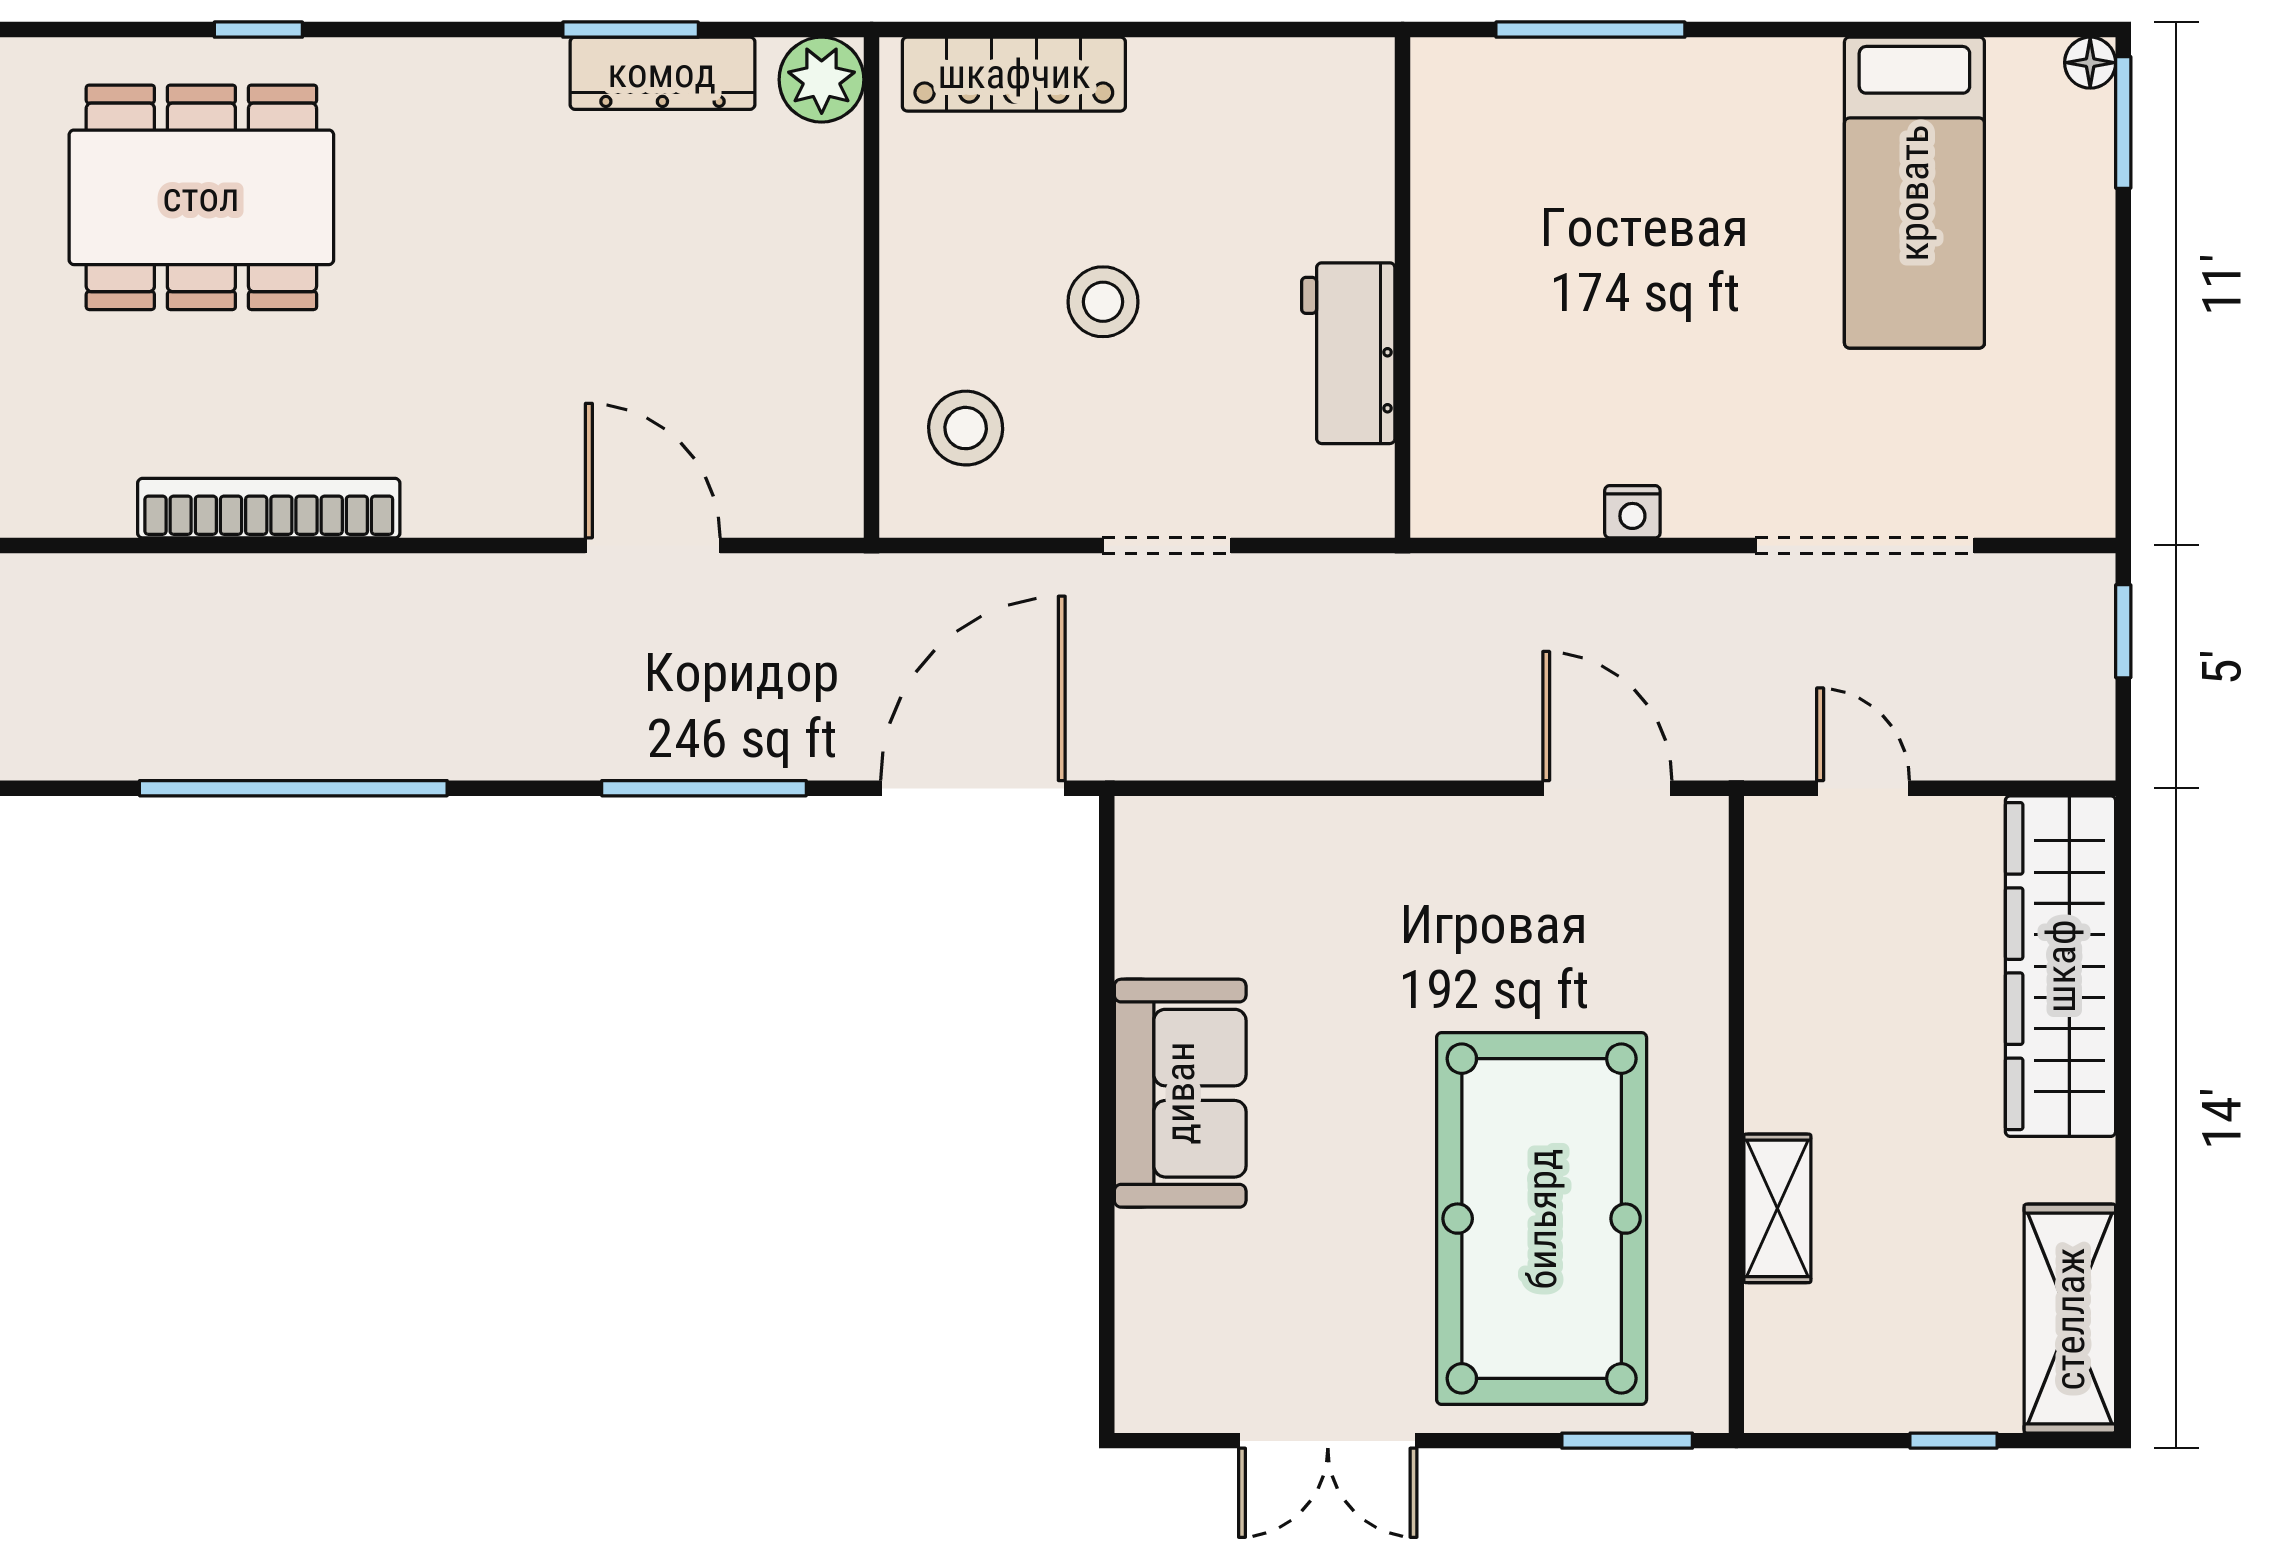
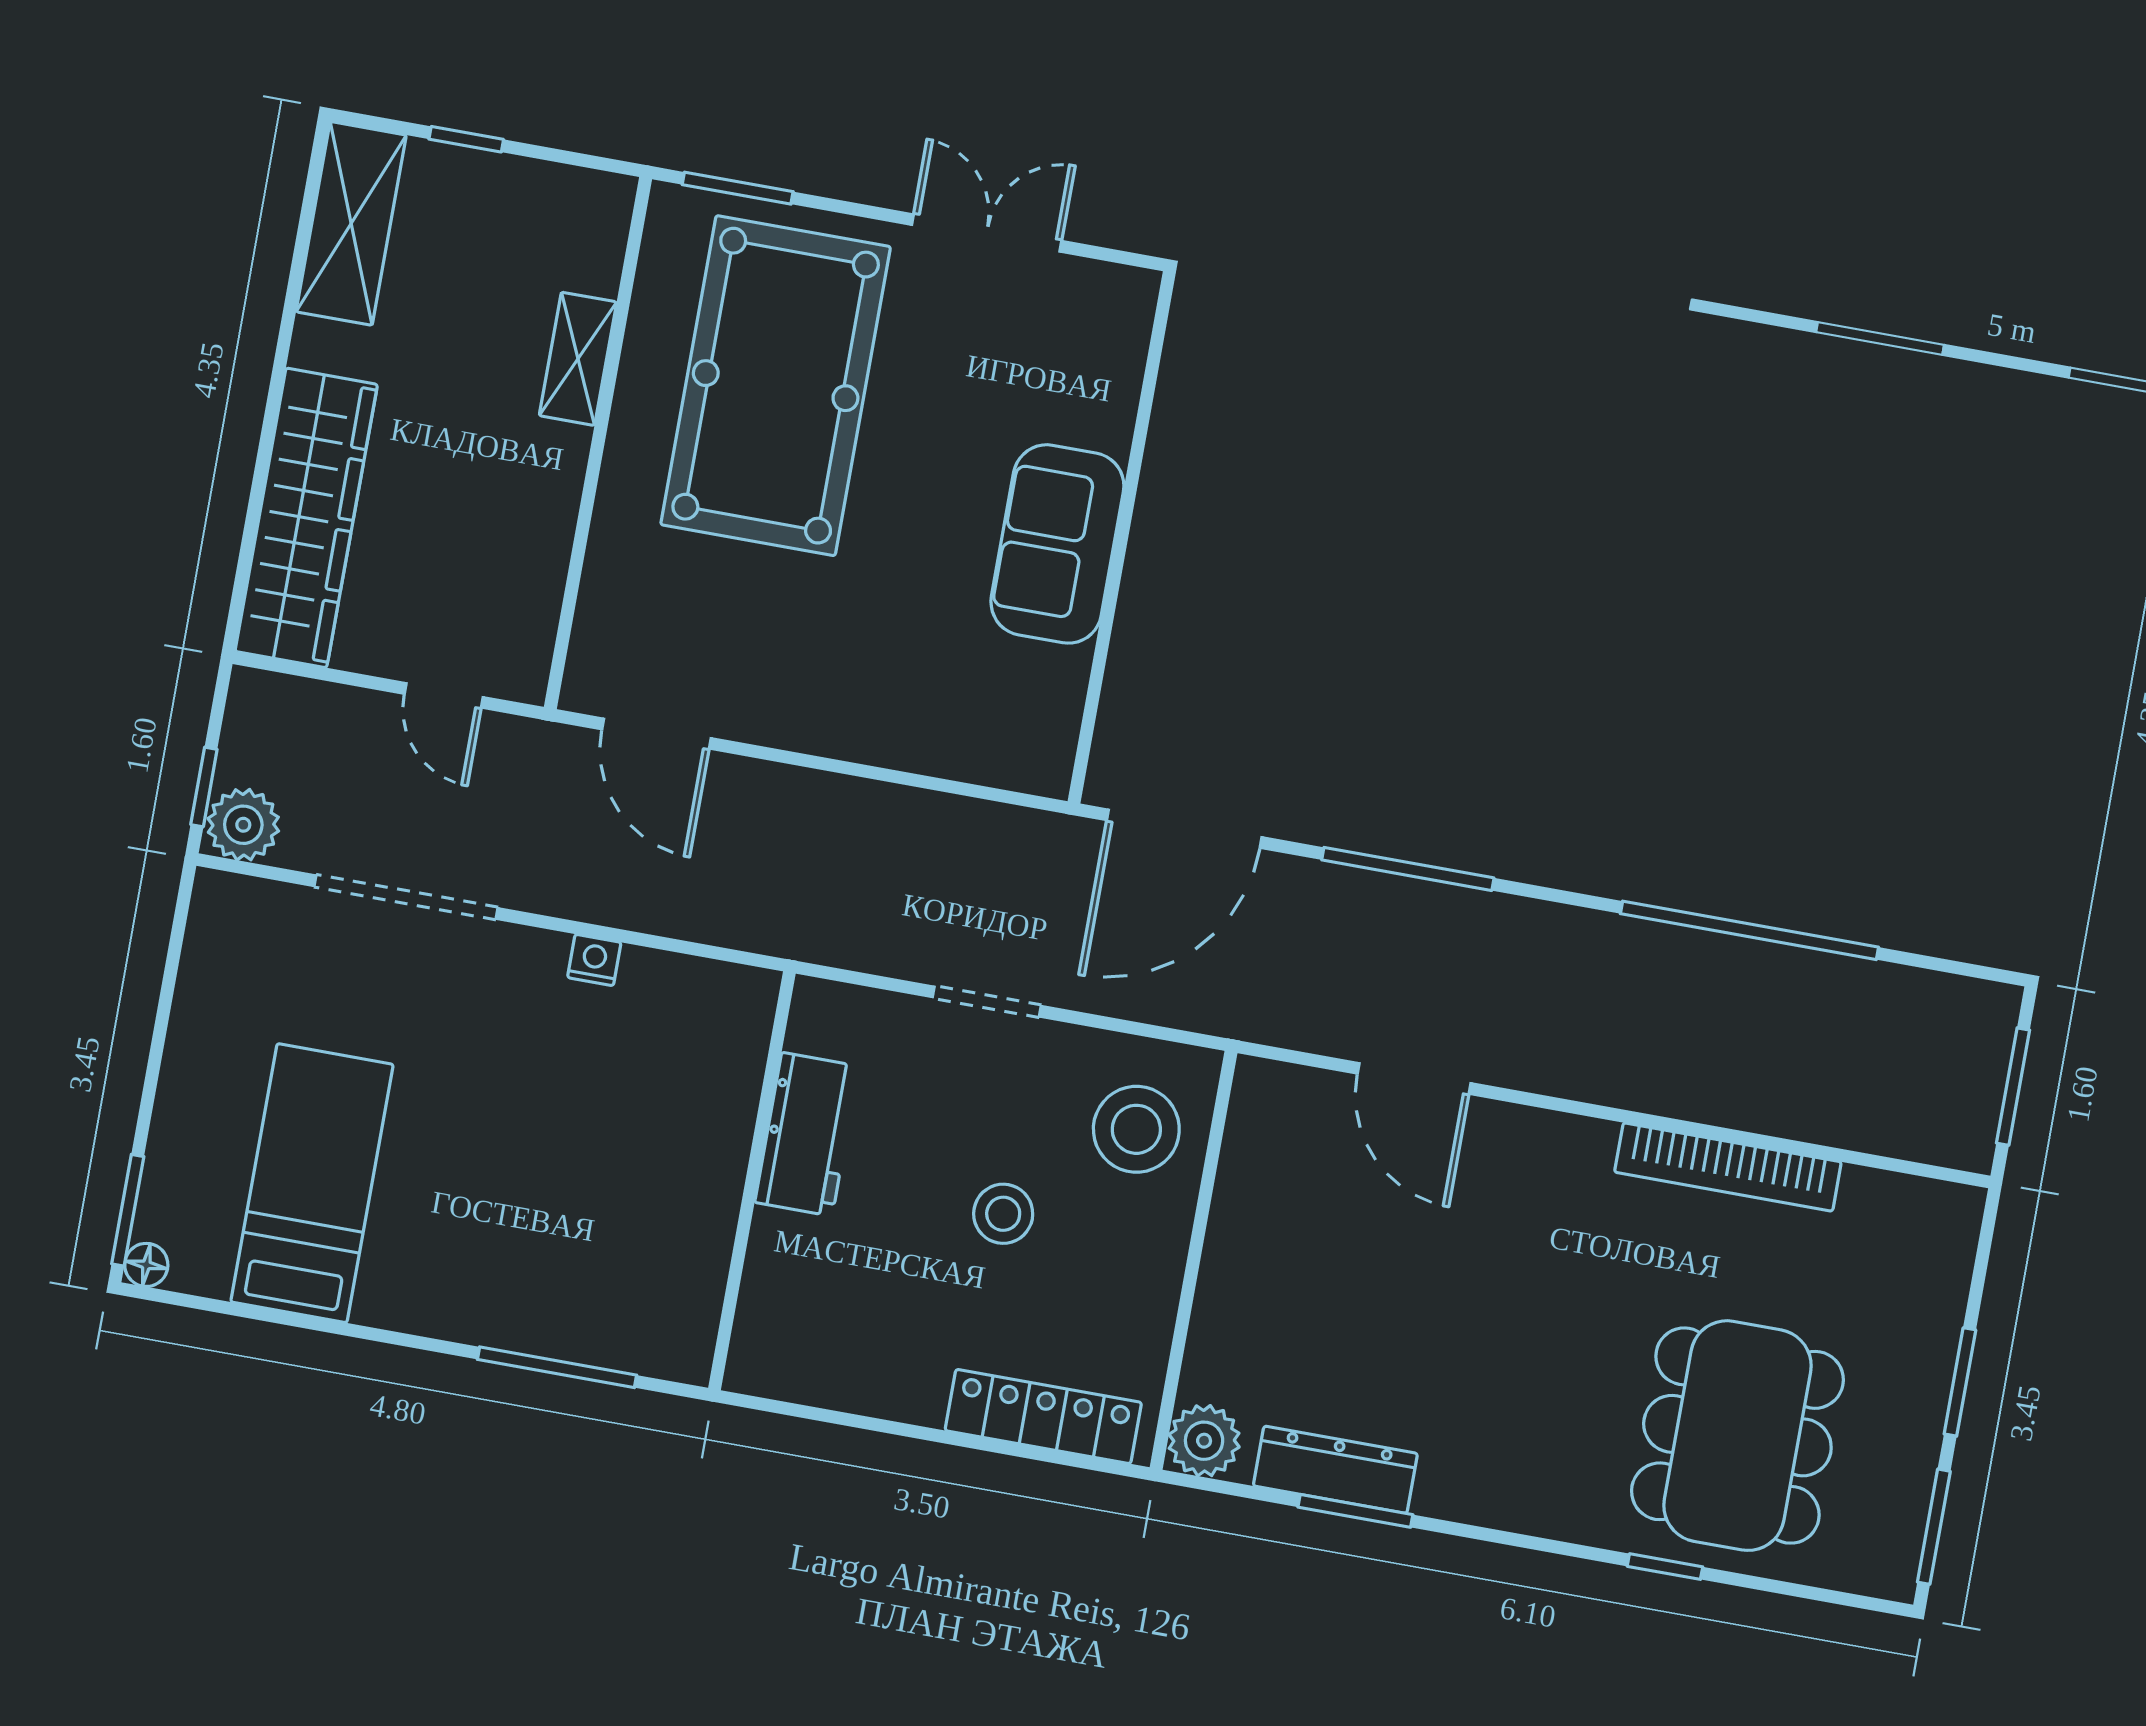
dining table: (201, 197) -> (1737, 1436), turned 90
stool: (966, 428) -> (1136, 1129), width x1.38, depth x1.38
plant: (2069, 596) -> (243, 825), added

